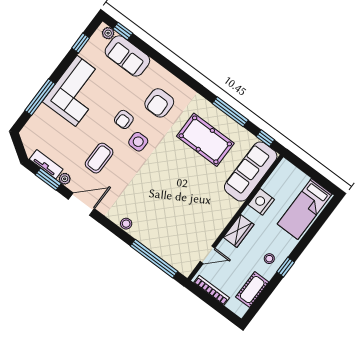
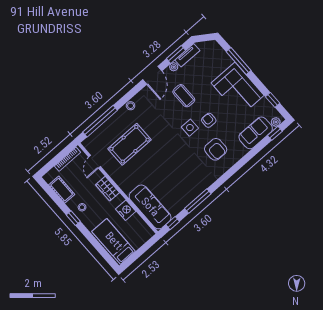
armchair: (159, 103) -> (216, 149), turned 180
pool table: (205, 140) -> (130, 144), moved

